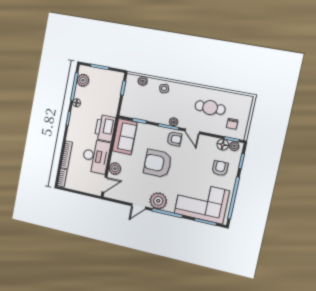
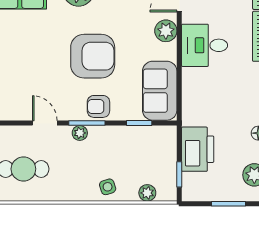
printer: (105, 128) -> (198, 149), moved
armchair: (174, 139) -> (98, 106), moved
desk: (96, 156) -> (205, 45), width x0.73

